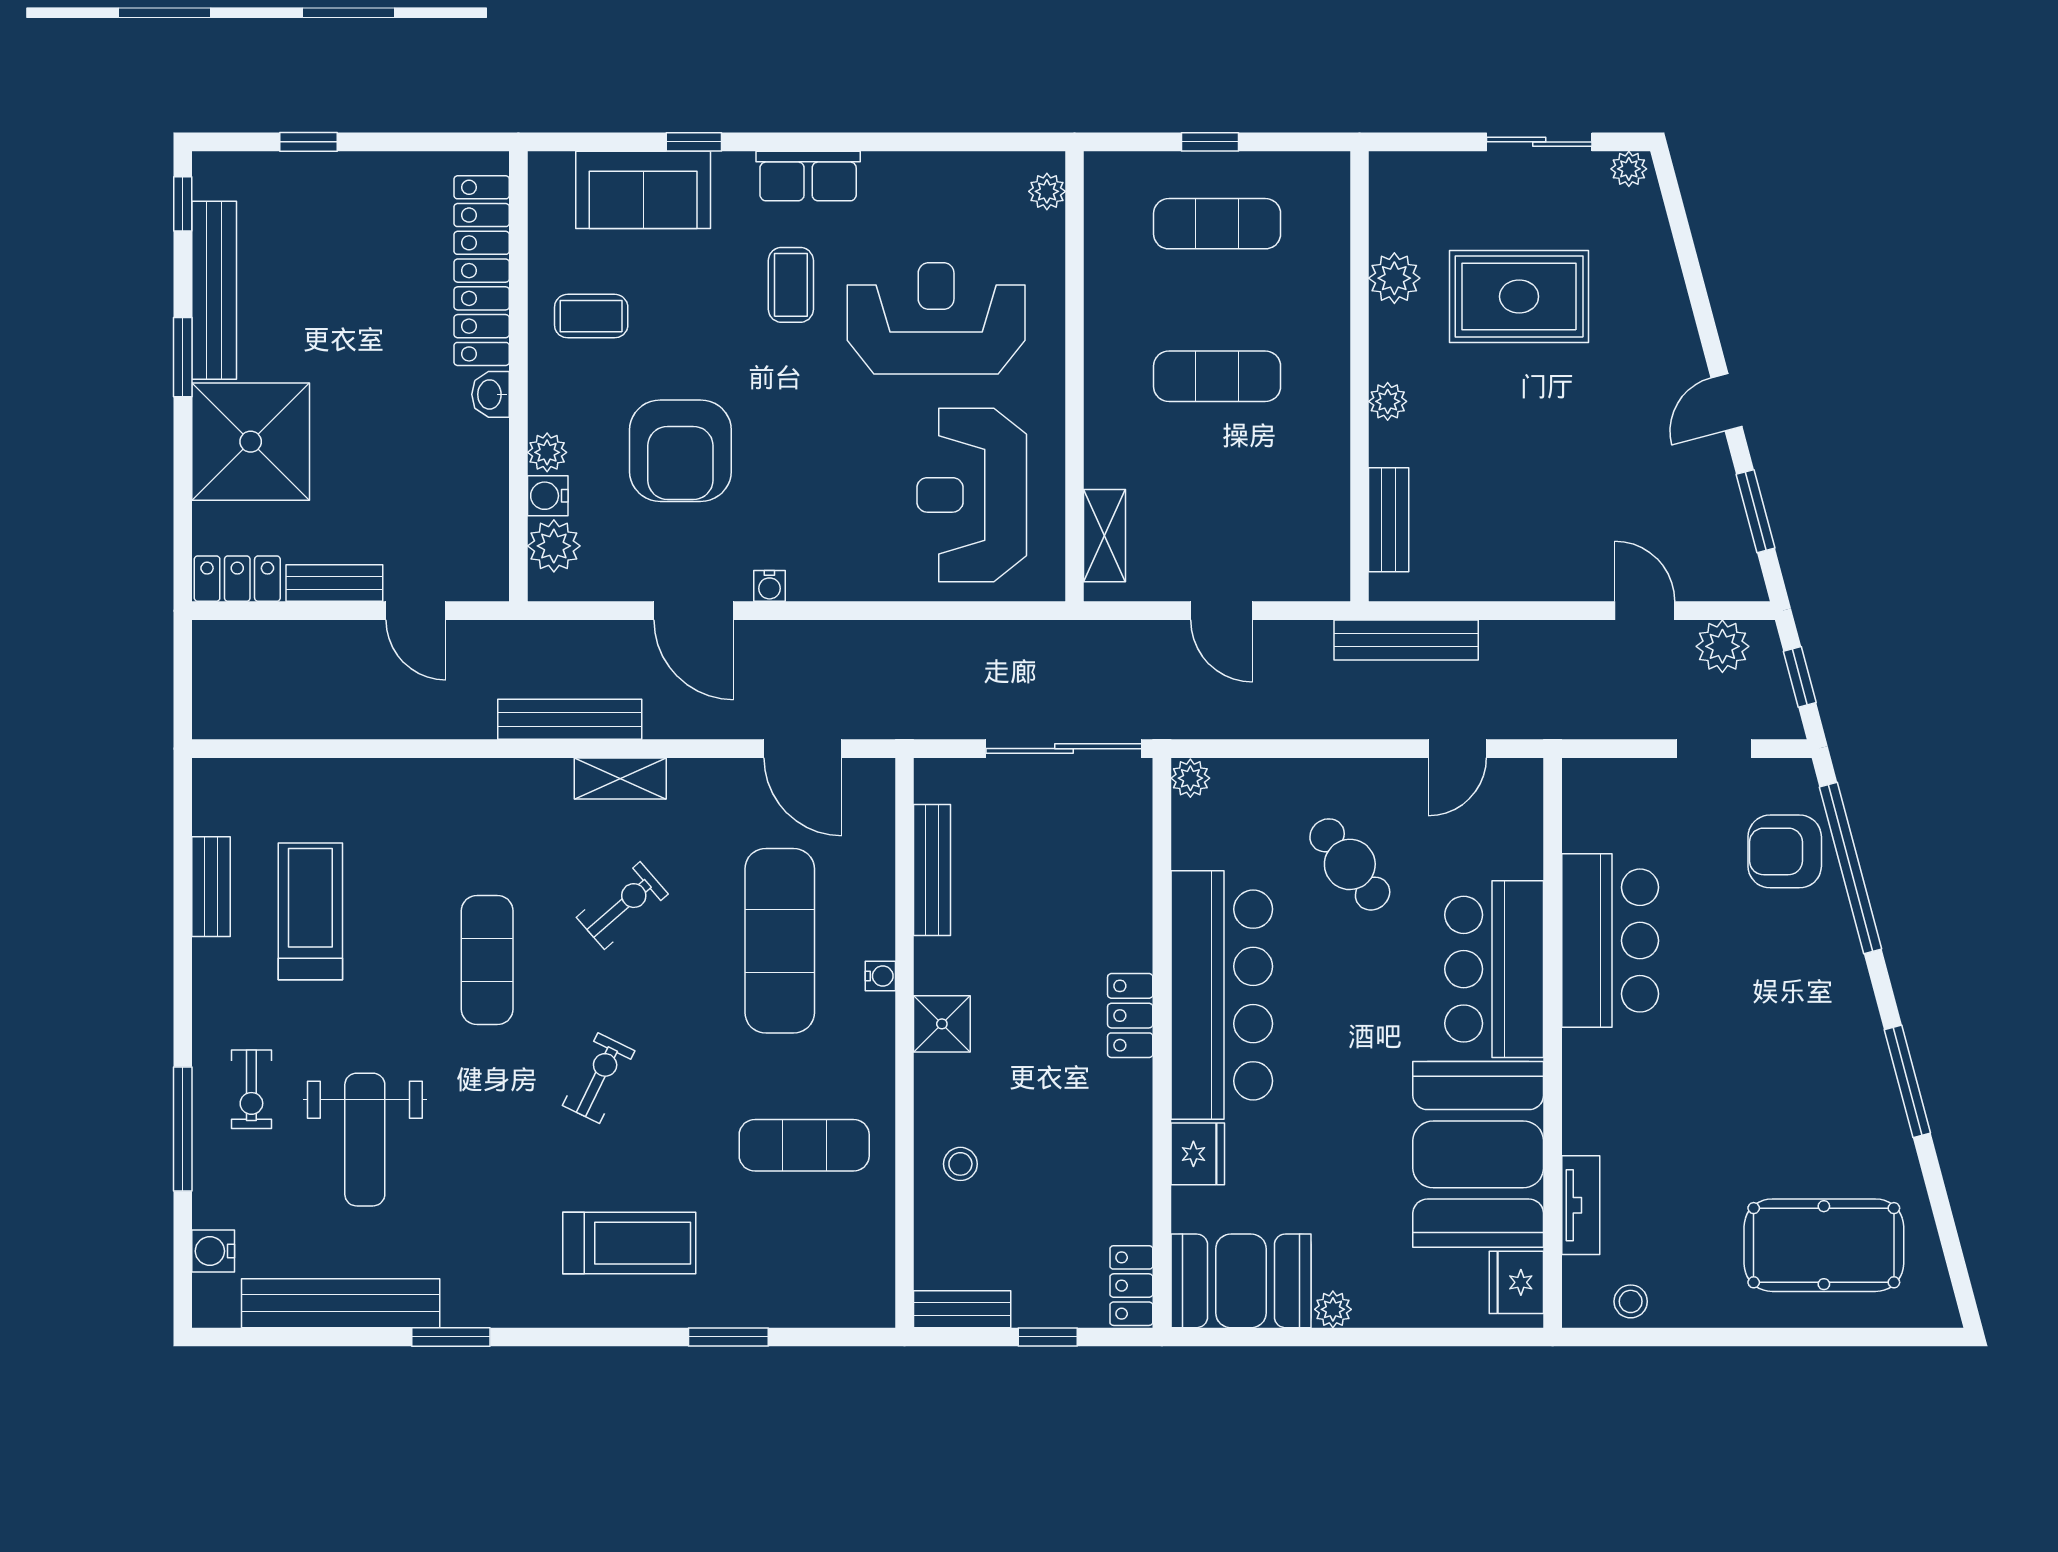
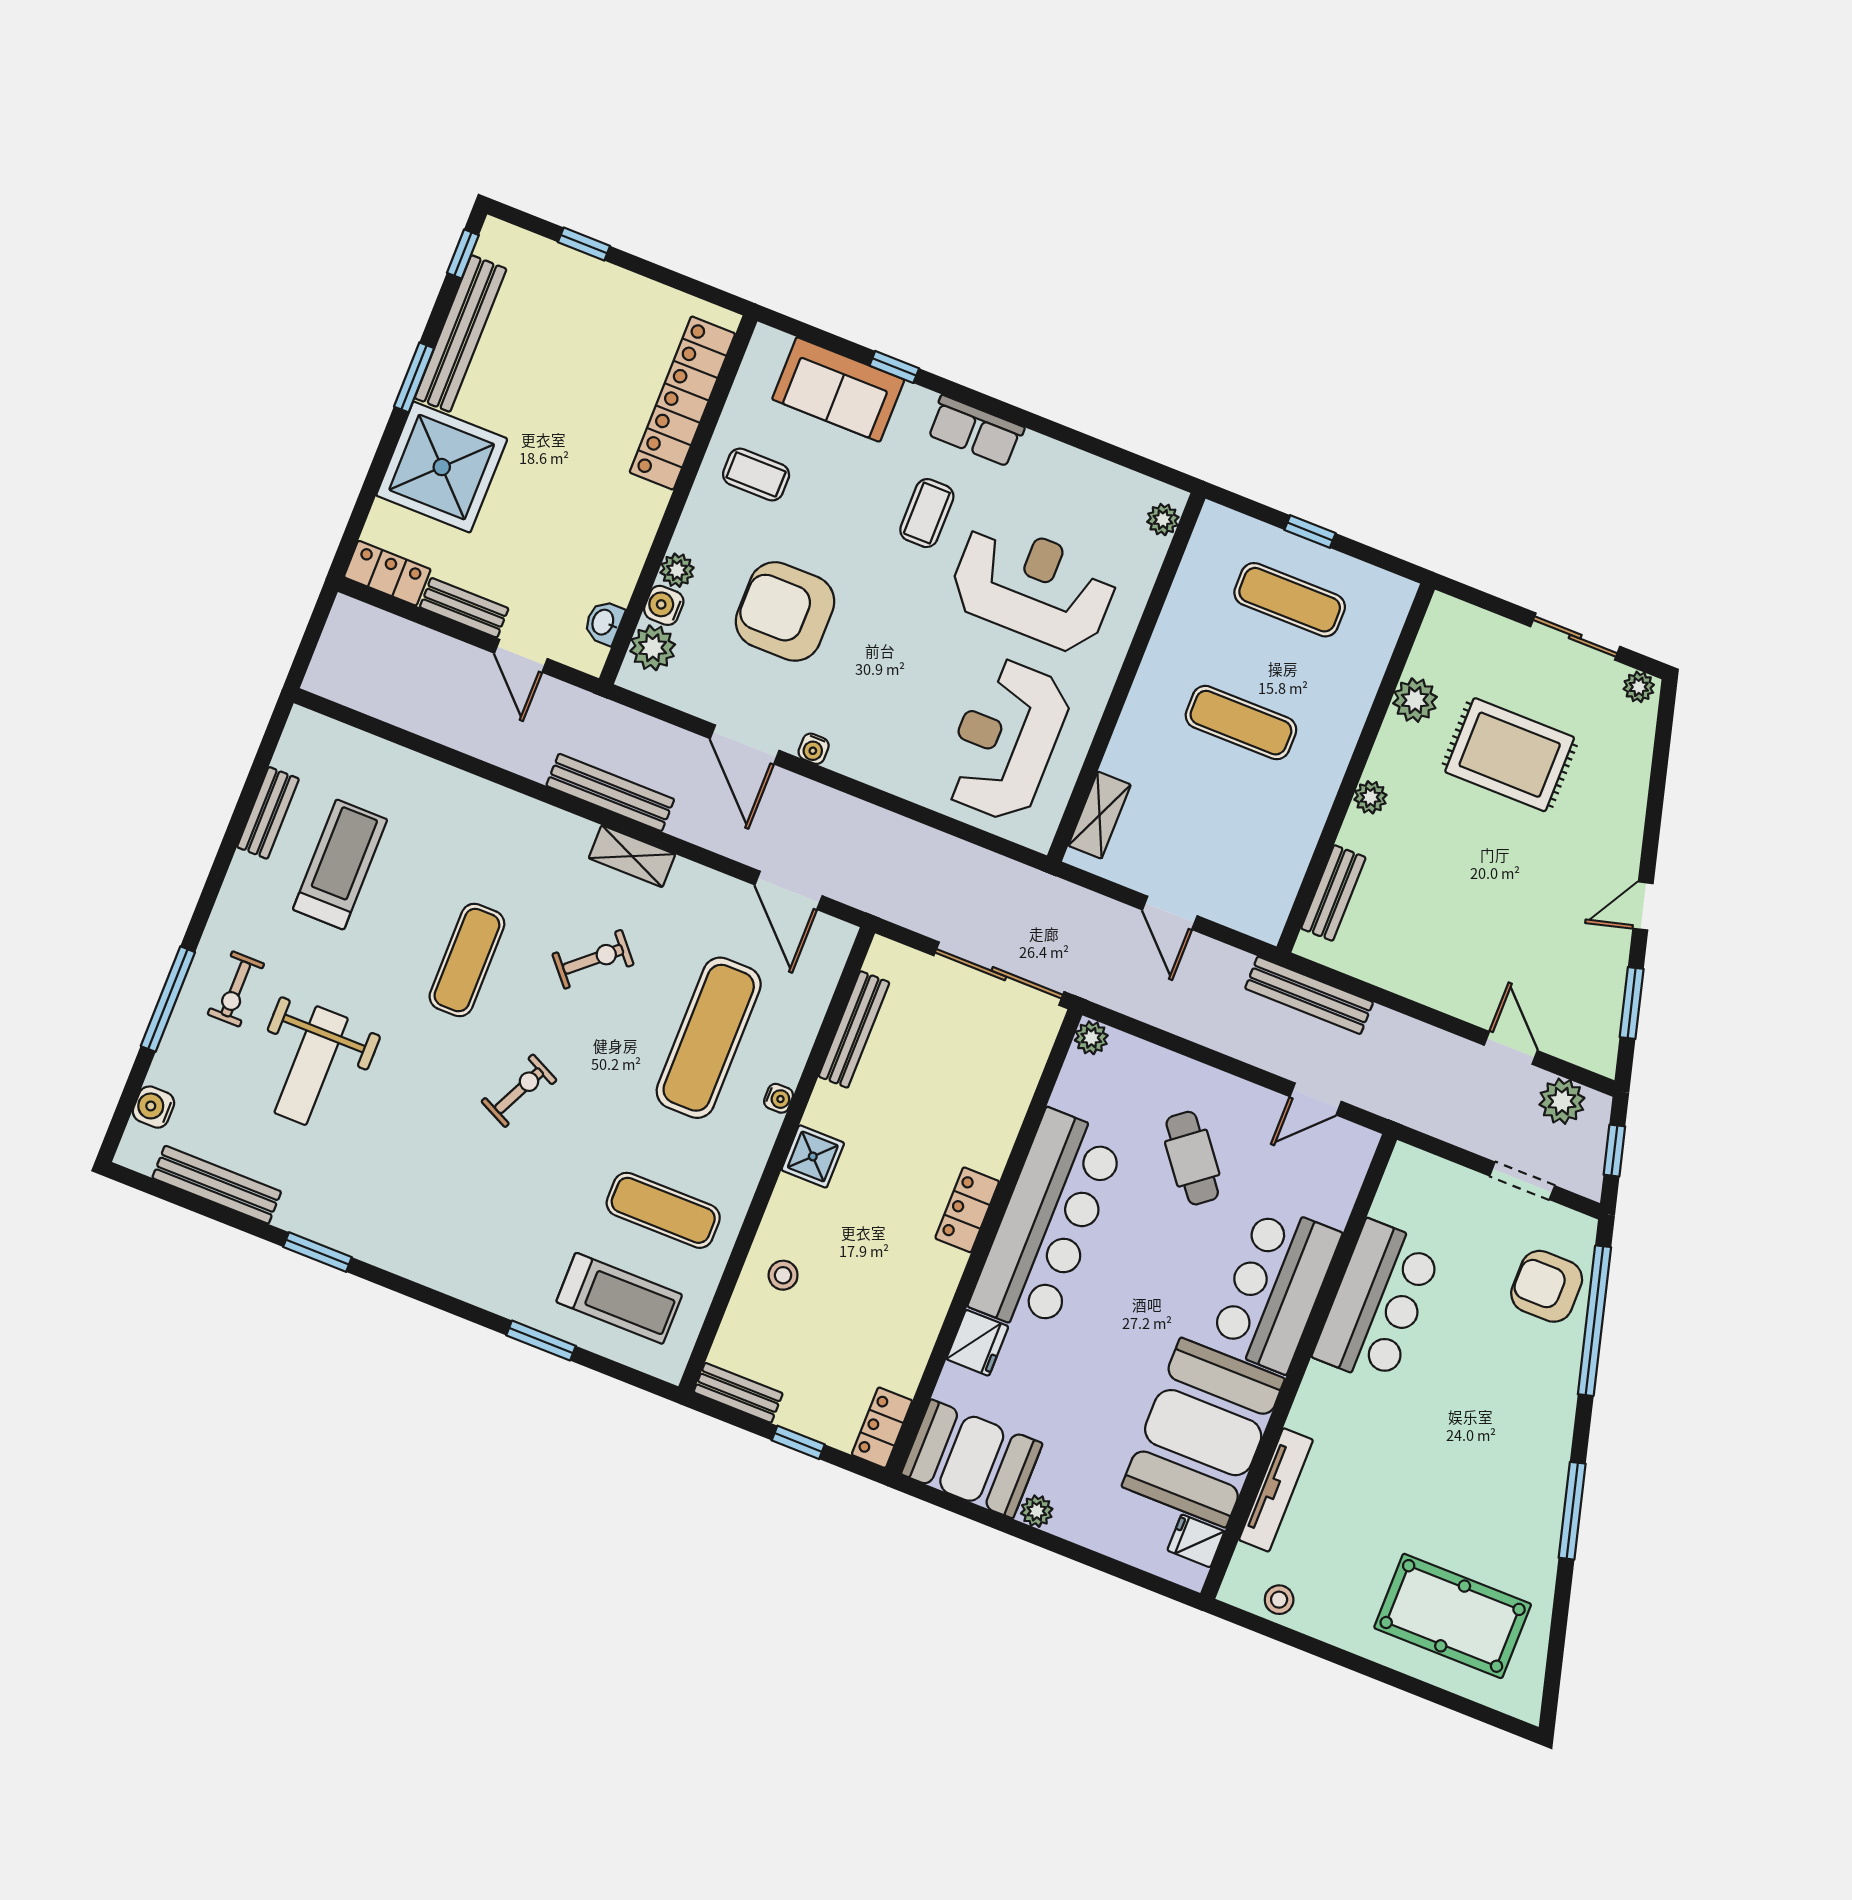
washbasin: (491, 394) -> (604, 622), moved
armchair: (680, 451) -> (785, 611), turned 90
tv unit: (1581, 1205) -> (1276, 1490), width x1.41
treadmill: (629, 1243) -> (619, 1298), moved
fridge: (1516, 1282) -> (1196, 1541), width x0.72
bench: (341, 1303) -> (217, 1185), width x0.73, depth x0.82

